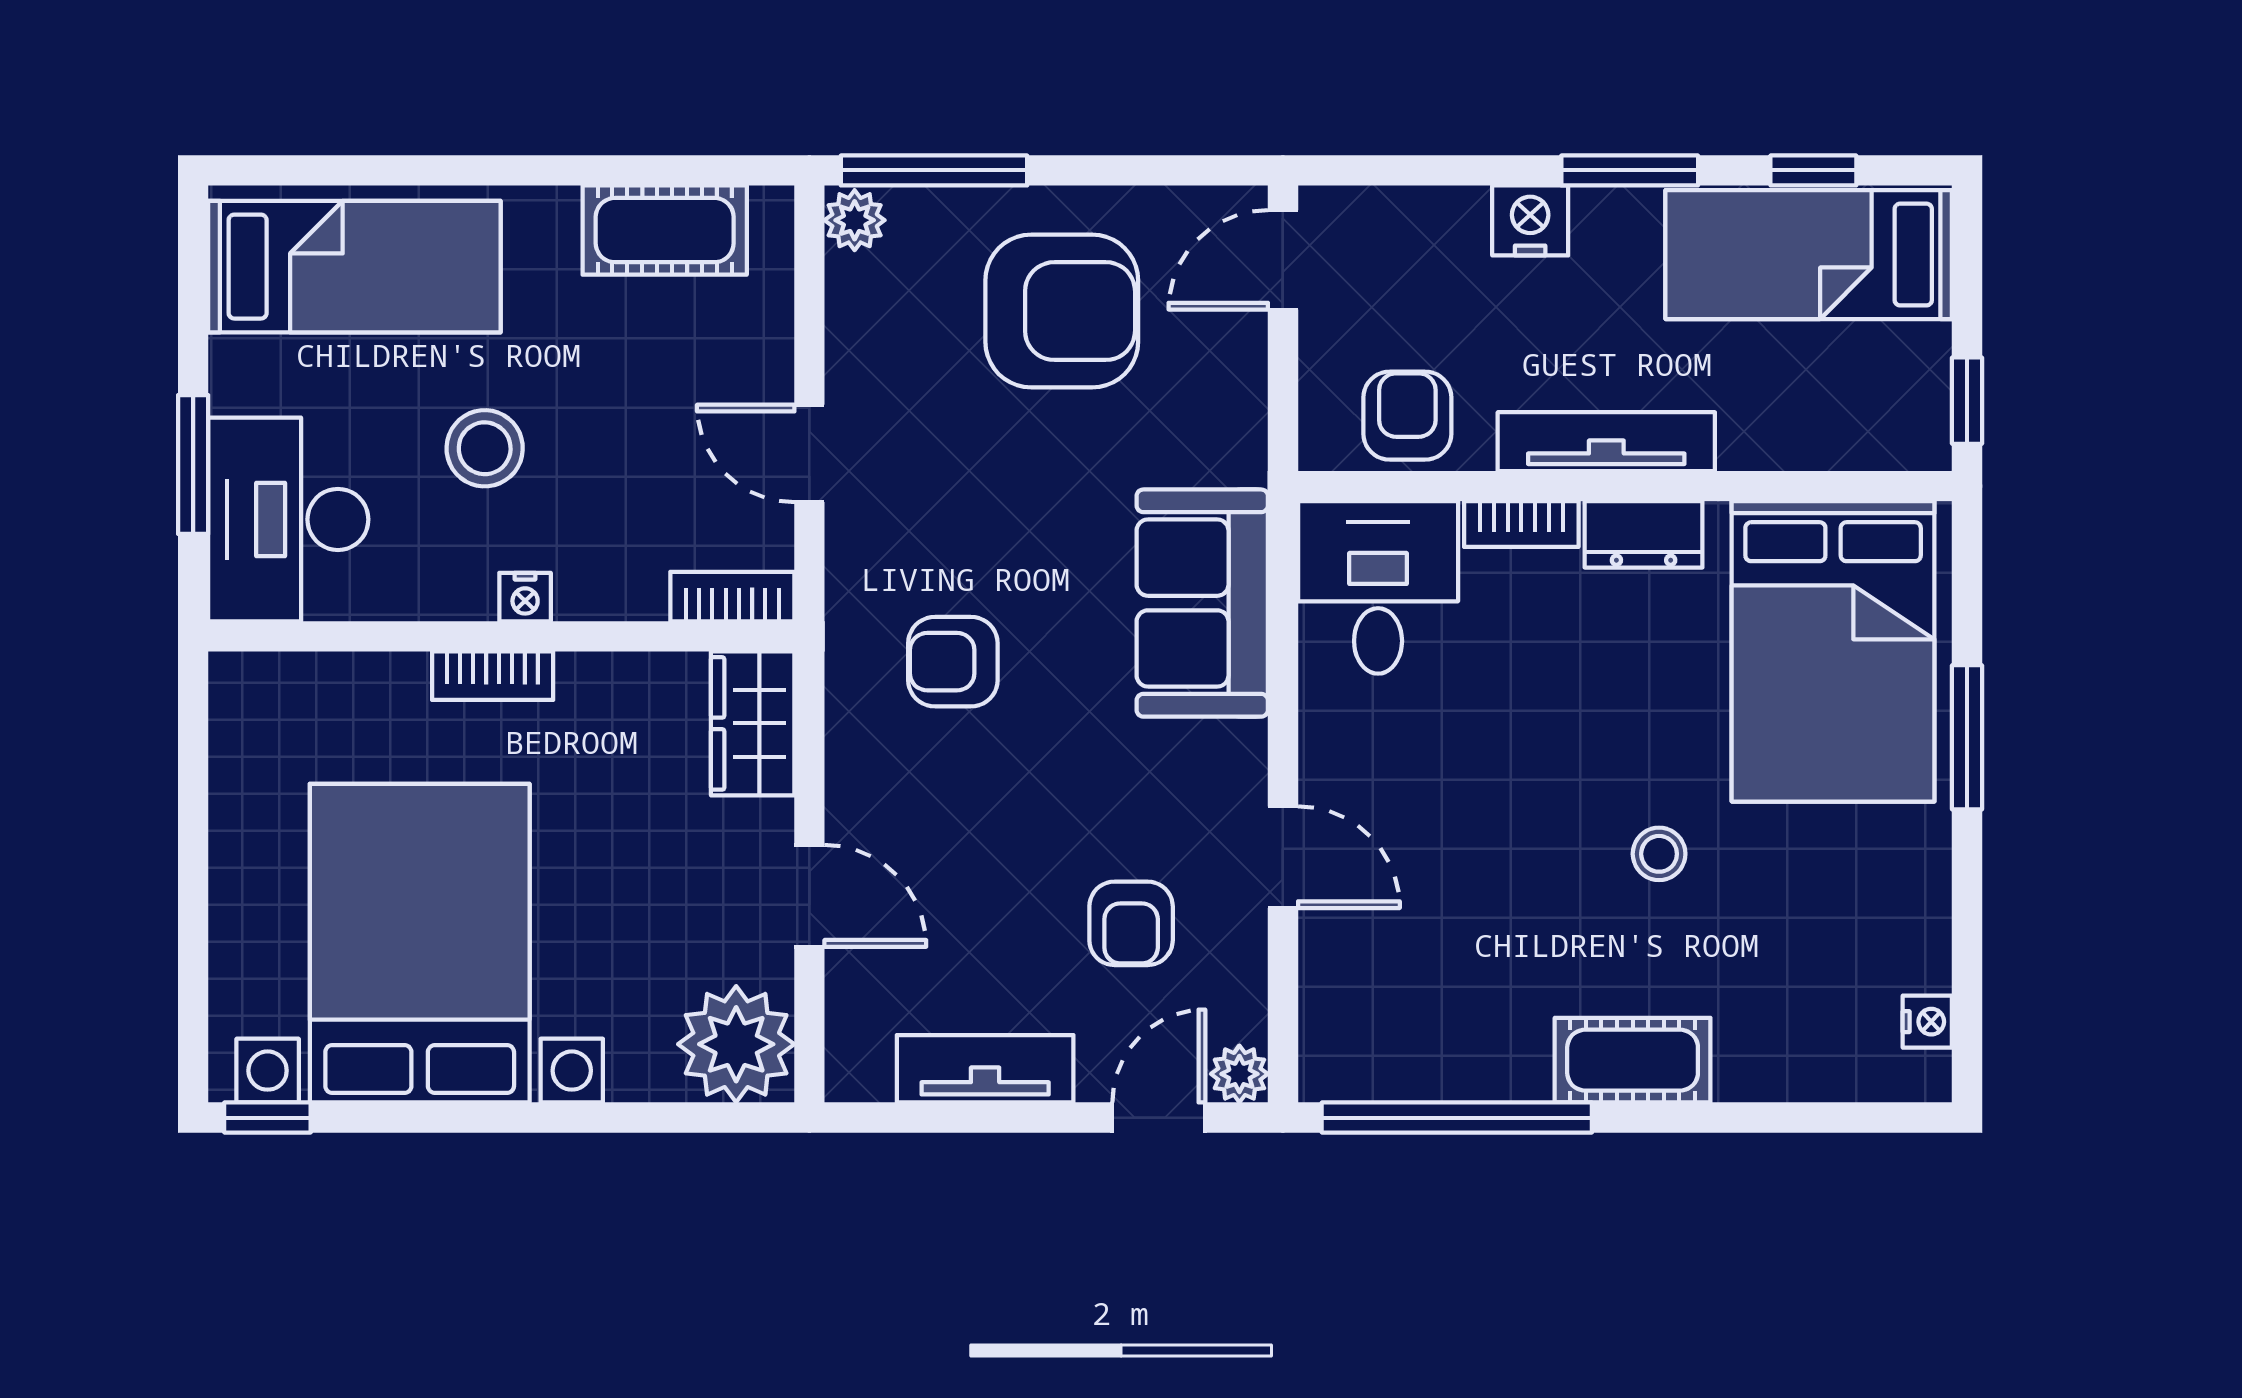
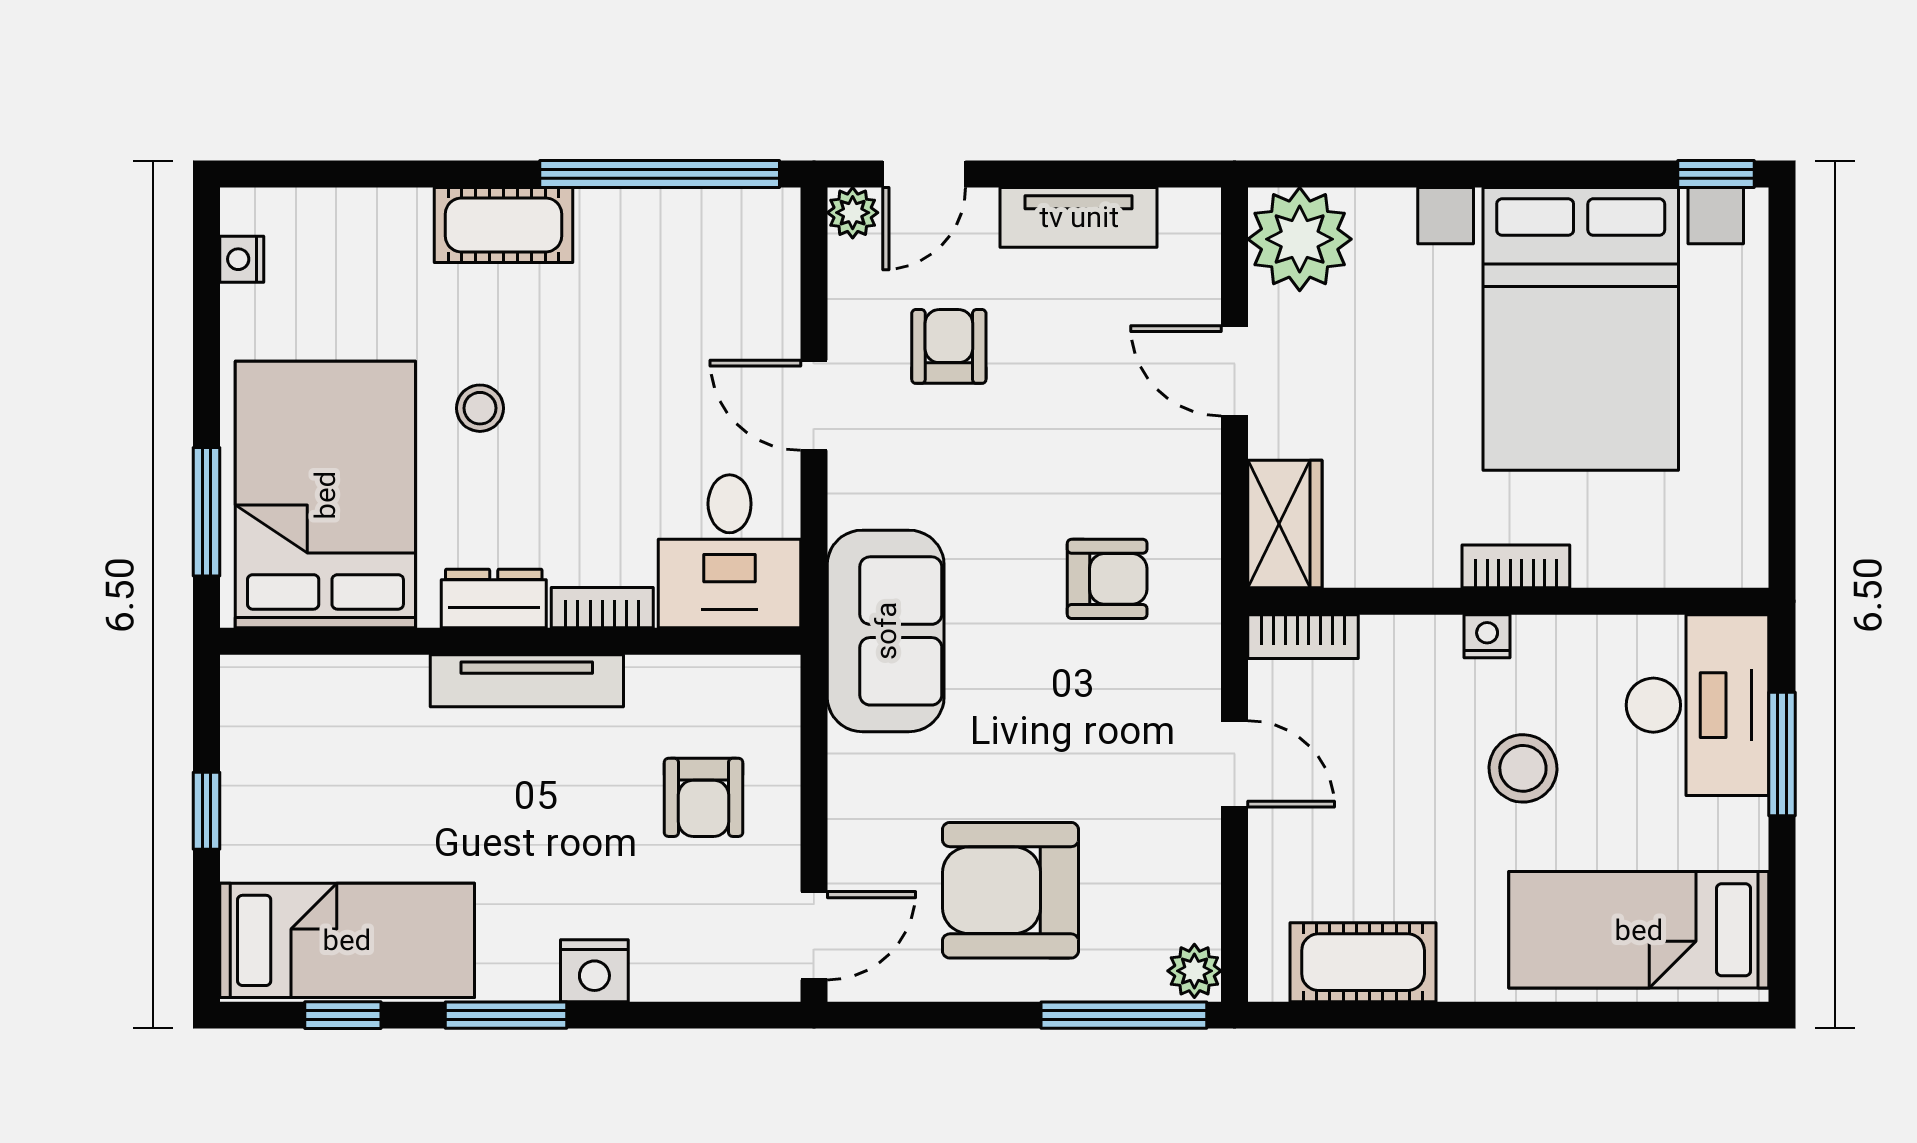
tv unit: (1606, 442) -> (527, 681), moved
wall: (1625, 486) -> (510, 641), moved
bookcase: (1521, 524) -> (602, 608), moved
dresser: (1644, 534) -> (494, 598), moved
desk: (1378, 587) -> (730, 551), moved
bed: (1833, 651) -> (325, 495), moved

